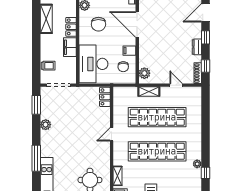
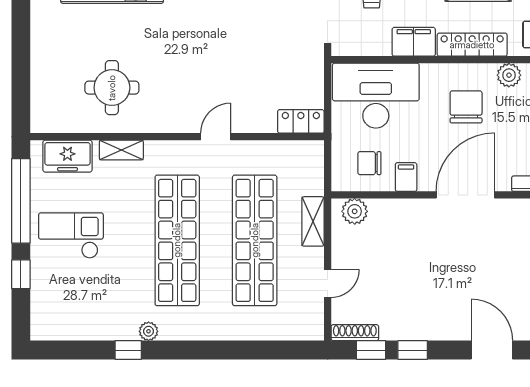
chair: (98, 24) -> (466, 107), turned 90
locker: (71, 27) -> (472, 45), width x1.53
window: (205, 37) -> (413, 350), moved
dresser: (197, 47) -> (414, 330), removed
door: (112, 134) -> (216, 137), hinge flipped

